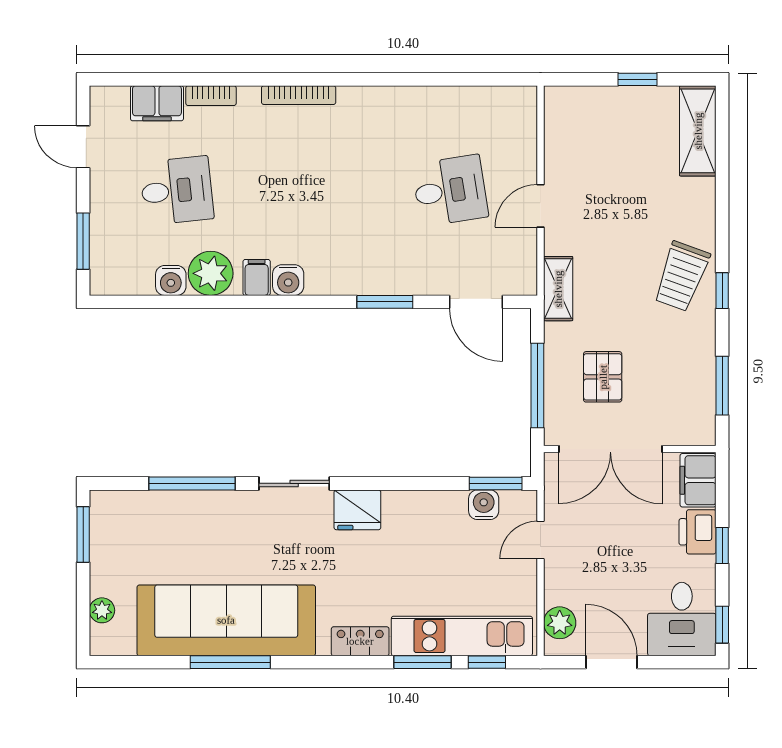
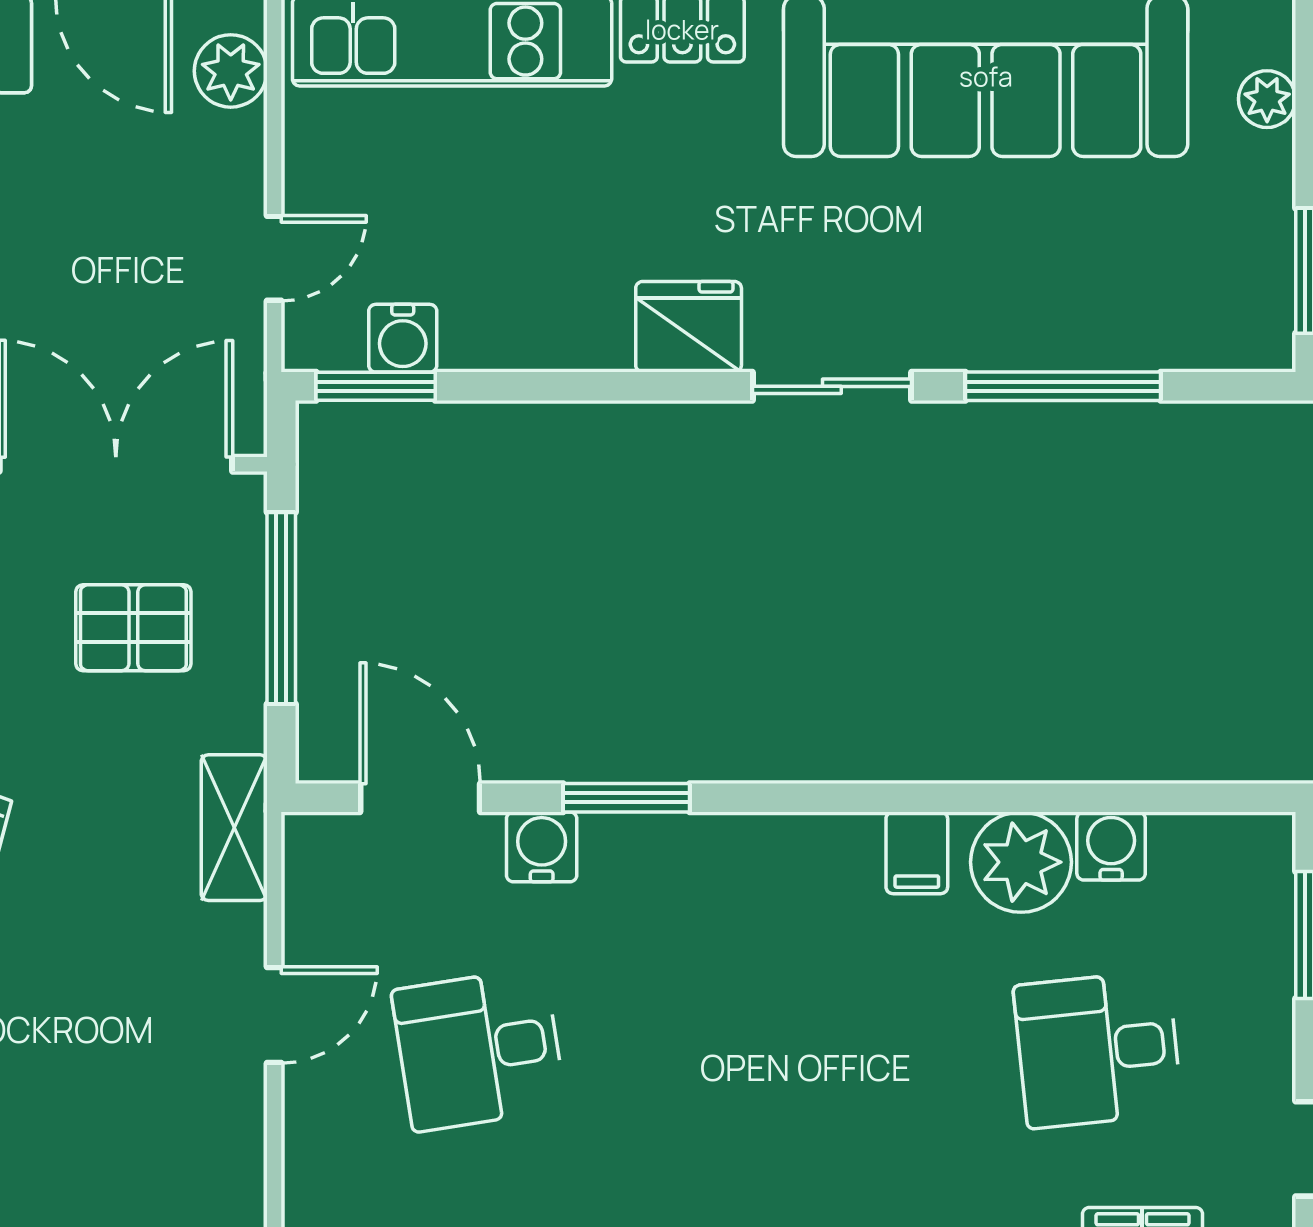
water cooler: (288, 280) -> (542, 847), moved
pallet: (603, 377) -> (133, 628), turned 90

